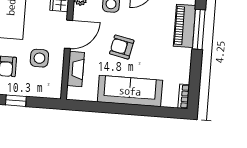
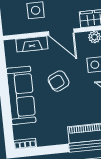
armchair: (122, 47) -> (59, 81), turned -127

